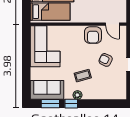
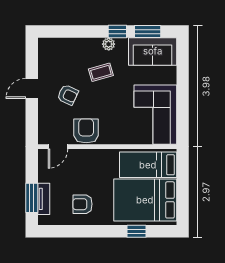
door: (112, 24) -> (58, 147), swing flipped

